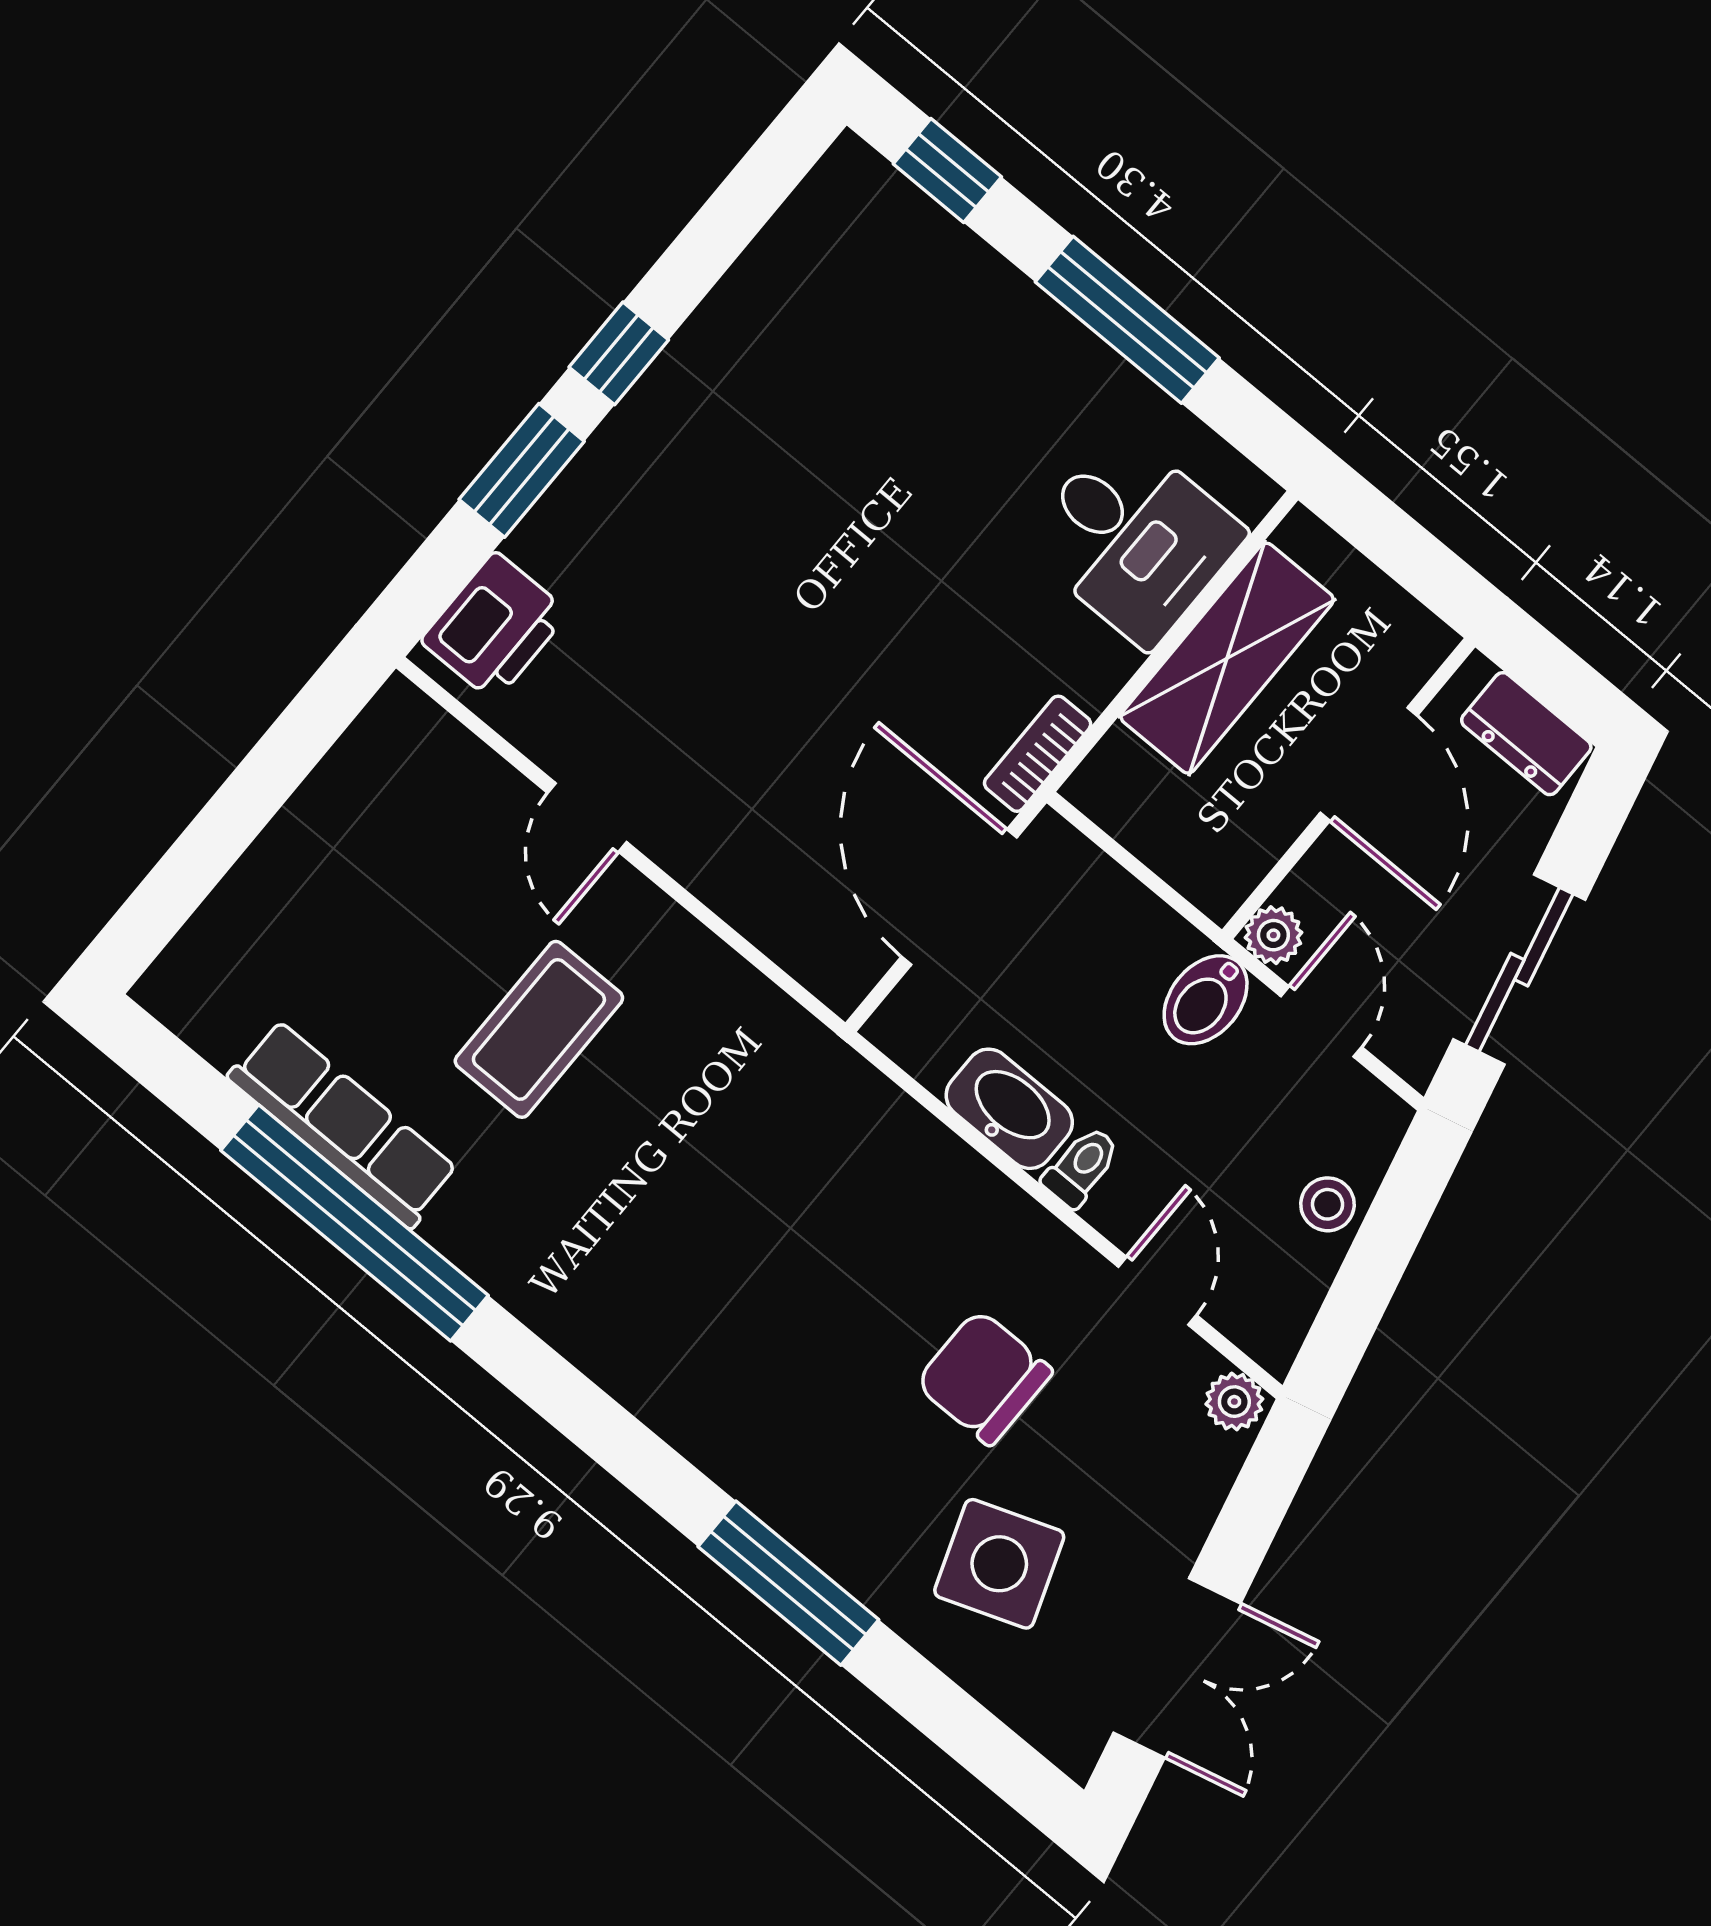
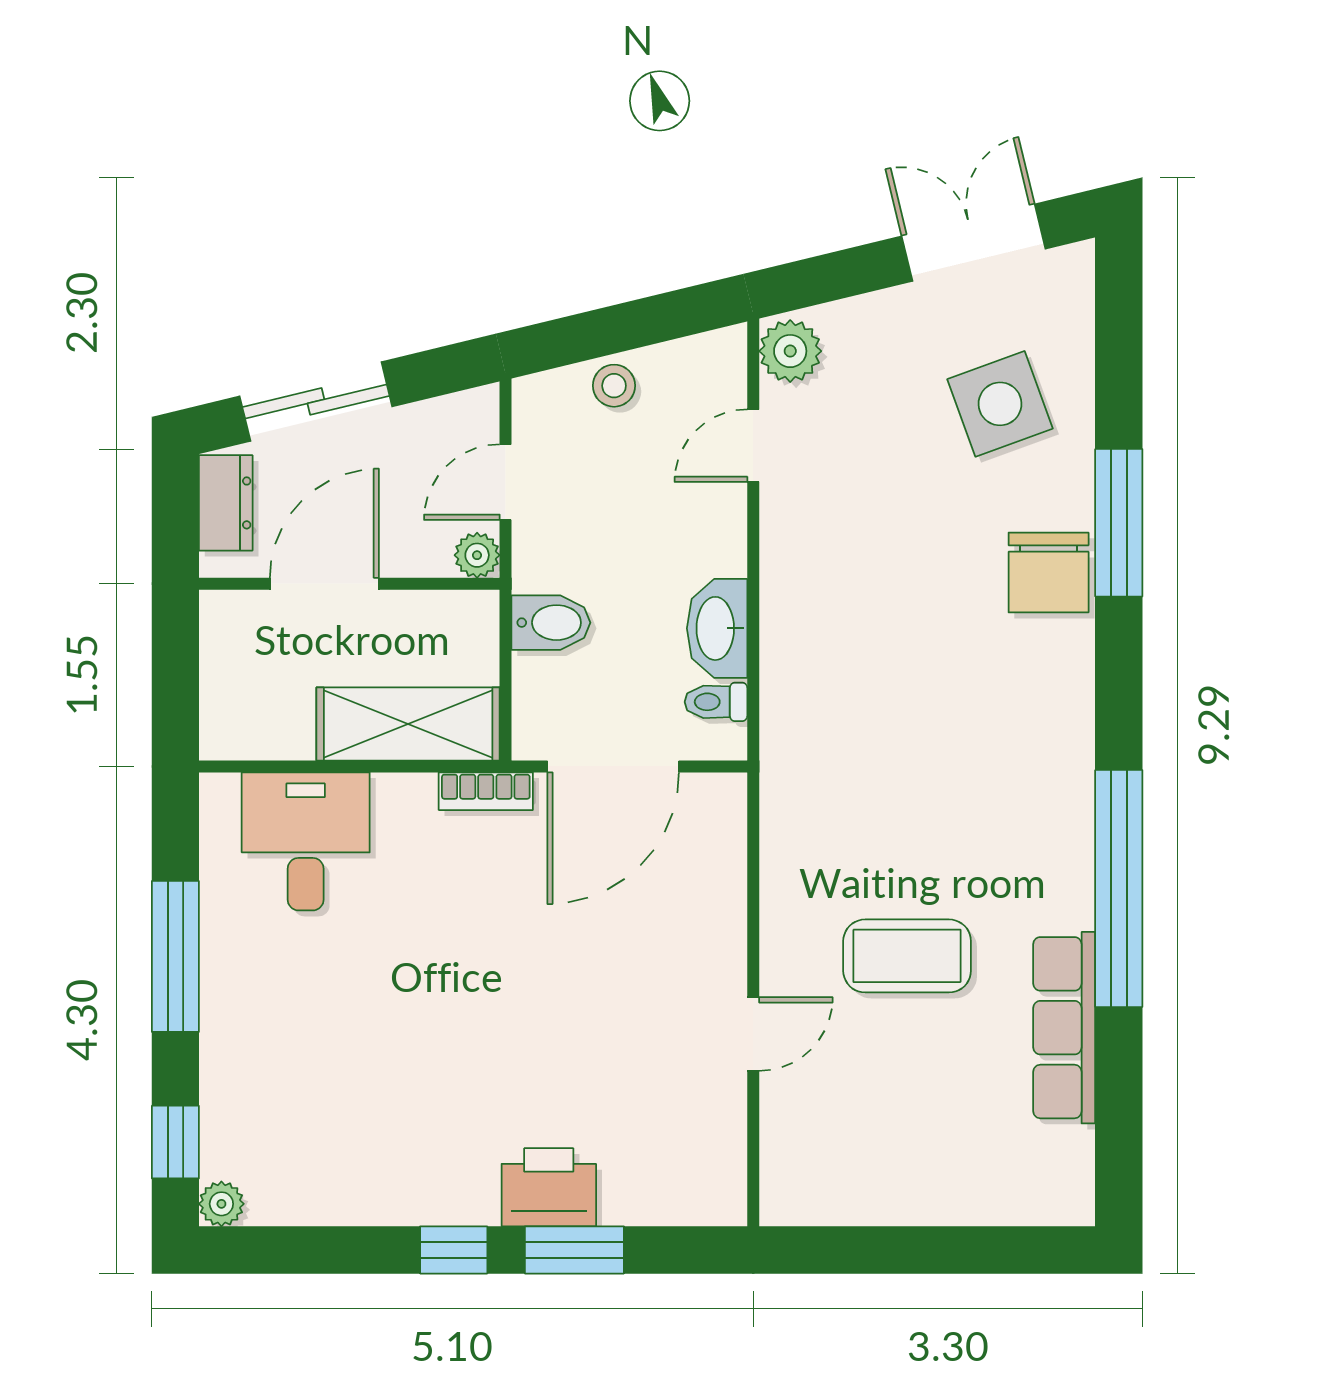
plant: (850, 165) -> (221, 1204), added
printer: (495, 627) -> (549, 1187), moved
shelving: (1227, 658) -> (408, 724), moved
sliding door: (1519, 970) -> (316, 401), moved
bidet: (1206, 1000) -> (551, 623), moved
toilet: (1081, 1167) -> (716, 702), moved
window: (355, 1223) -> (1119, 888), moved
chair: (984, 1377) -> (1049, 573), moved
plant: (1234, 1402) -> (790, 351), width x1.38, depth x1.38

